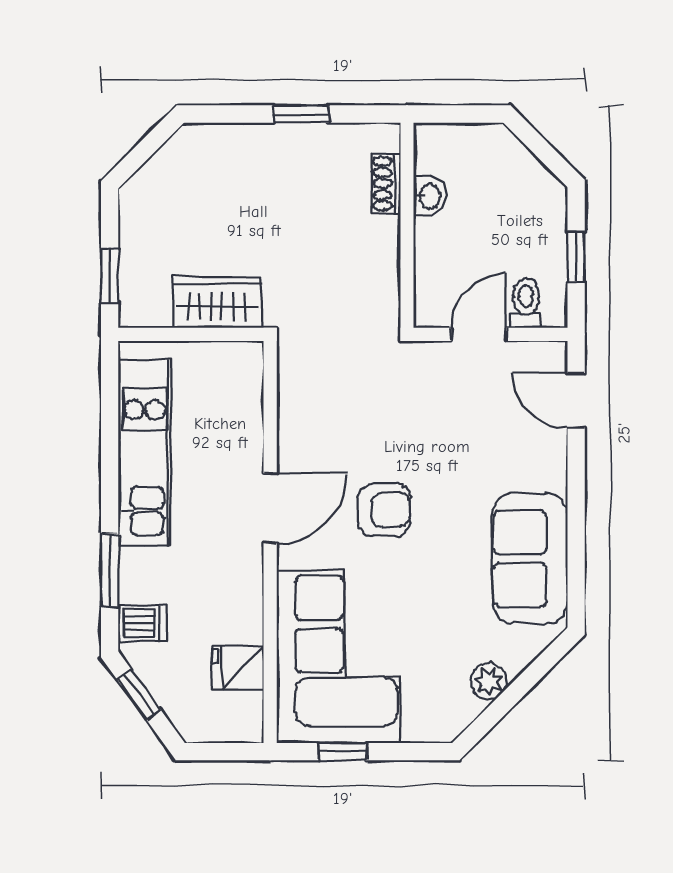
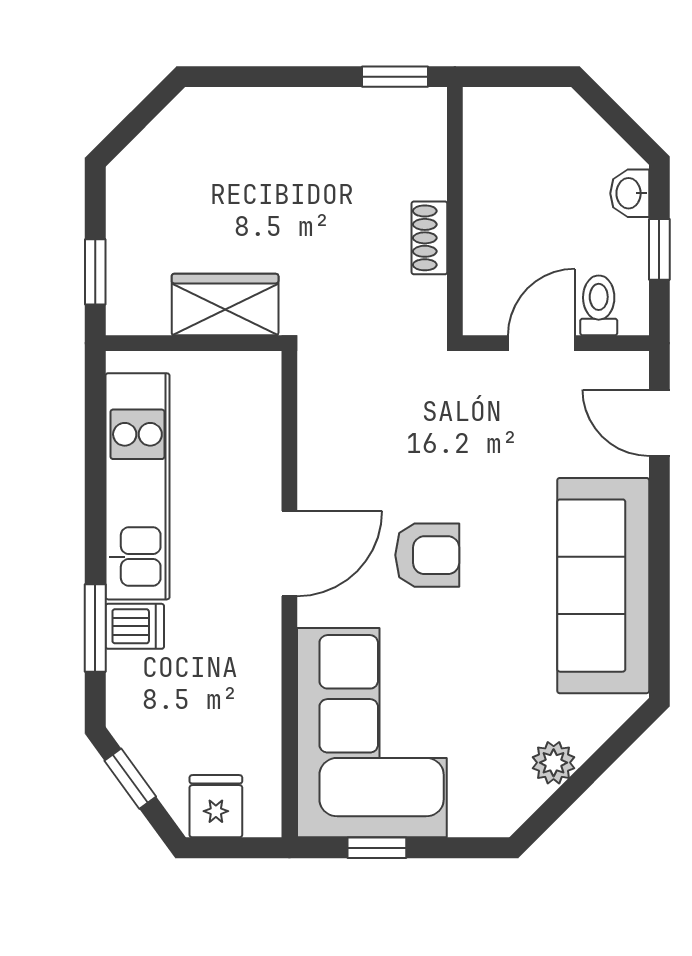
window: (301, 114) -> (395, 77), moved
shoe rack: (386, 184) -> (429, 238), moved
washbasin: (429, 196) -> (630, 193), moved, turned 180
sofa: (530, 558) -> (603, 586), width x1.36
dishwasher: (142, 623) -> (135, 626), moved
fridge: (238, 668) -> (216, 806), moved, turned 90

